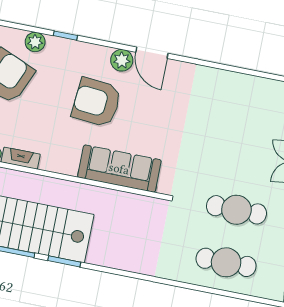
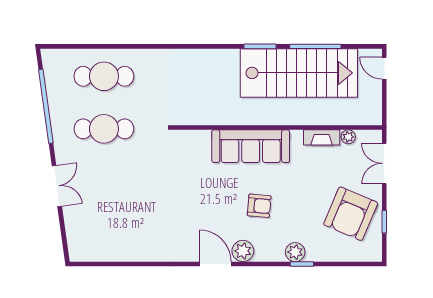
plant: (35, 42) -> (295, 252), moved
armchair: (97, 102) -> (259, 206), width x0.53, depth x0.53
sofa: (119, 169) -> (251, 146), moved

